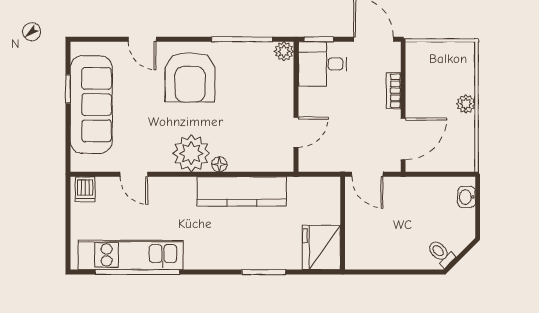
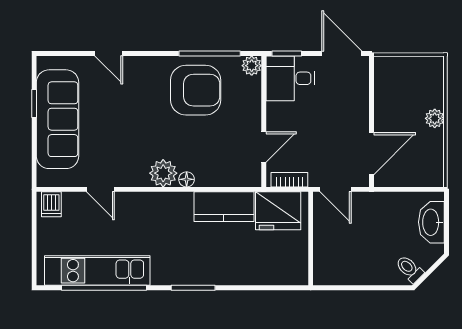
armchair: (190, 77) -> (196, 90), moved, turned -90
bookcase: (394, 91) -> (289, 180), moved, turned 90
plant: (191, 153) -> (163, 173), width x0.73, depth x0.73
kitchen counter: (242, 191) -> (224, 207), width x0.67
washbasin: (467, 197) -> (431, 222), width x1.91, depth x1.45
fridge: (321, 247) -> (278, 211), moved, turned -90
window: (264, 272) -> (193, 288), moved

